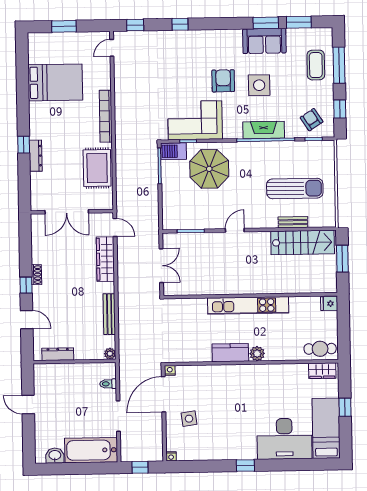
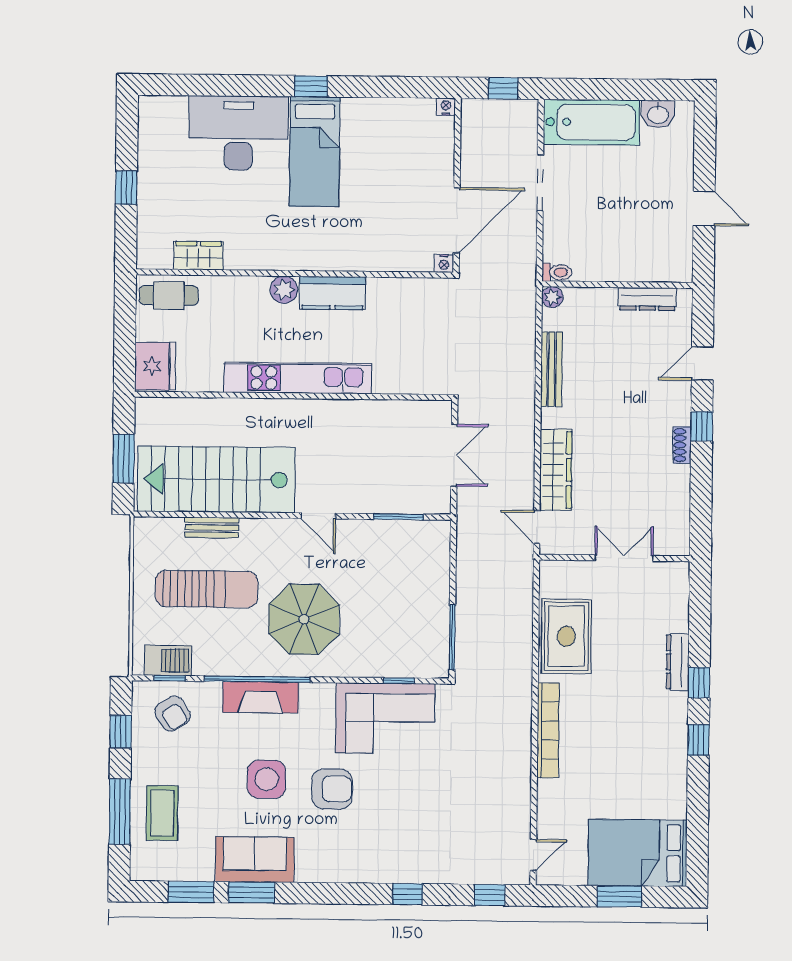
armchair: (223, 81) -> (332, 789), turned -90
bed: (55, 82) -> (638, 853), moved
window: (23, 113) -> (698, 740), added
barbecue: (173, 151) -> (168, 660), moved
parasol: (209, 169) -> (304, 619), moved
sun lounger: (295, 188) -> (207, 589), turned 180
double door: (67, 212) -> (624, 558), width x0.73
door: (235, 230) -> (318, 516), hinge flipped
stairs: (303, 242) -> (216, 479), width x1.36, depth x1.51
double door: (161, 266) -> (454, 455), swing flipped
fridge: (329, 304) -> (155, 366), width x1.88, depth x1.34
door: (27, 320) -> (702, 364), hinge flipped
wardrobe: (322, 371) -> (199, 256), moved
toilet: (108, 384) -> (557, 272), moved
side table: (189, 419) -> (411, 175), removed
bed: (326, 428) -> (315, 152), moved

